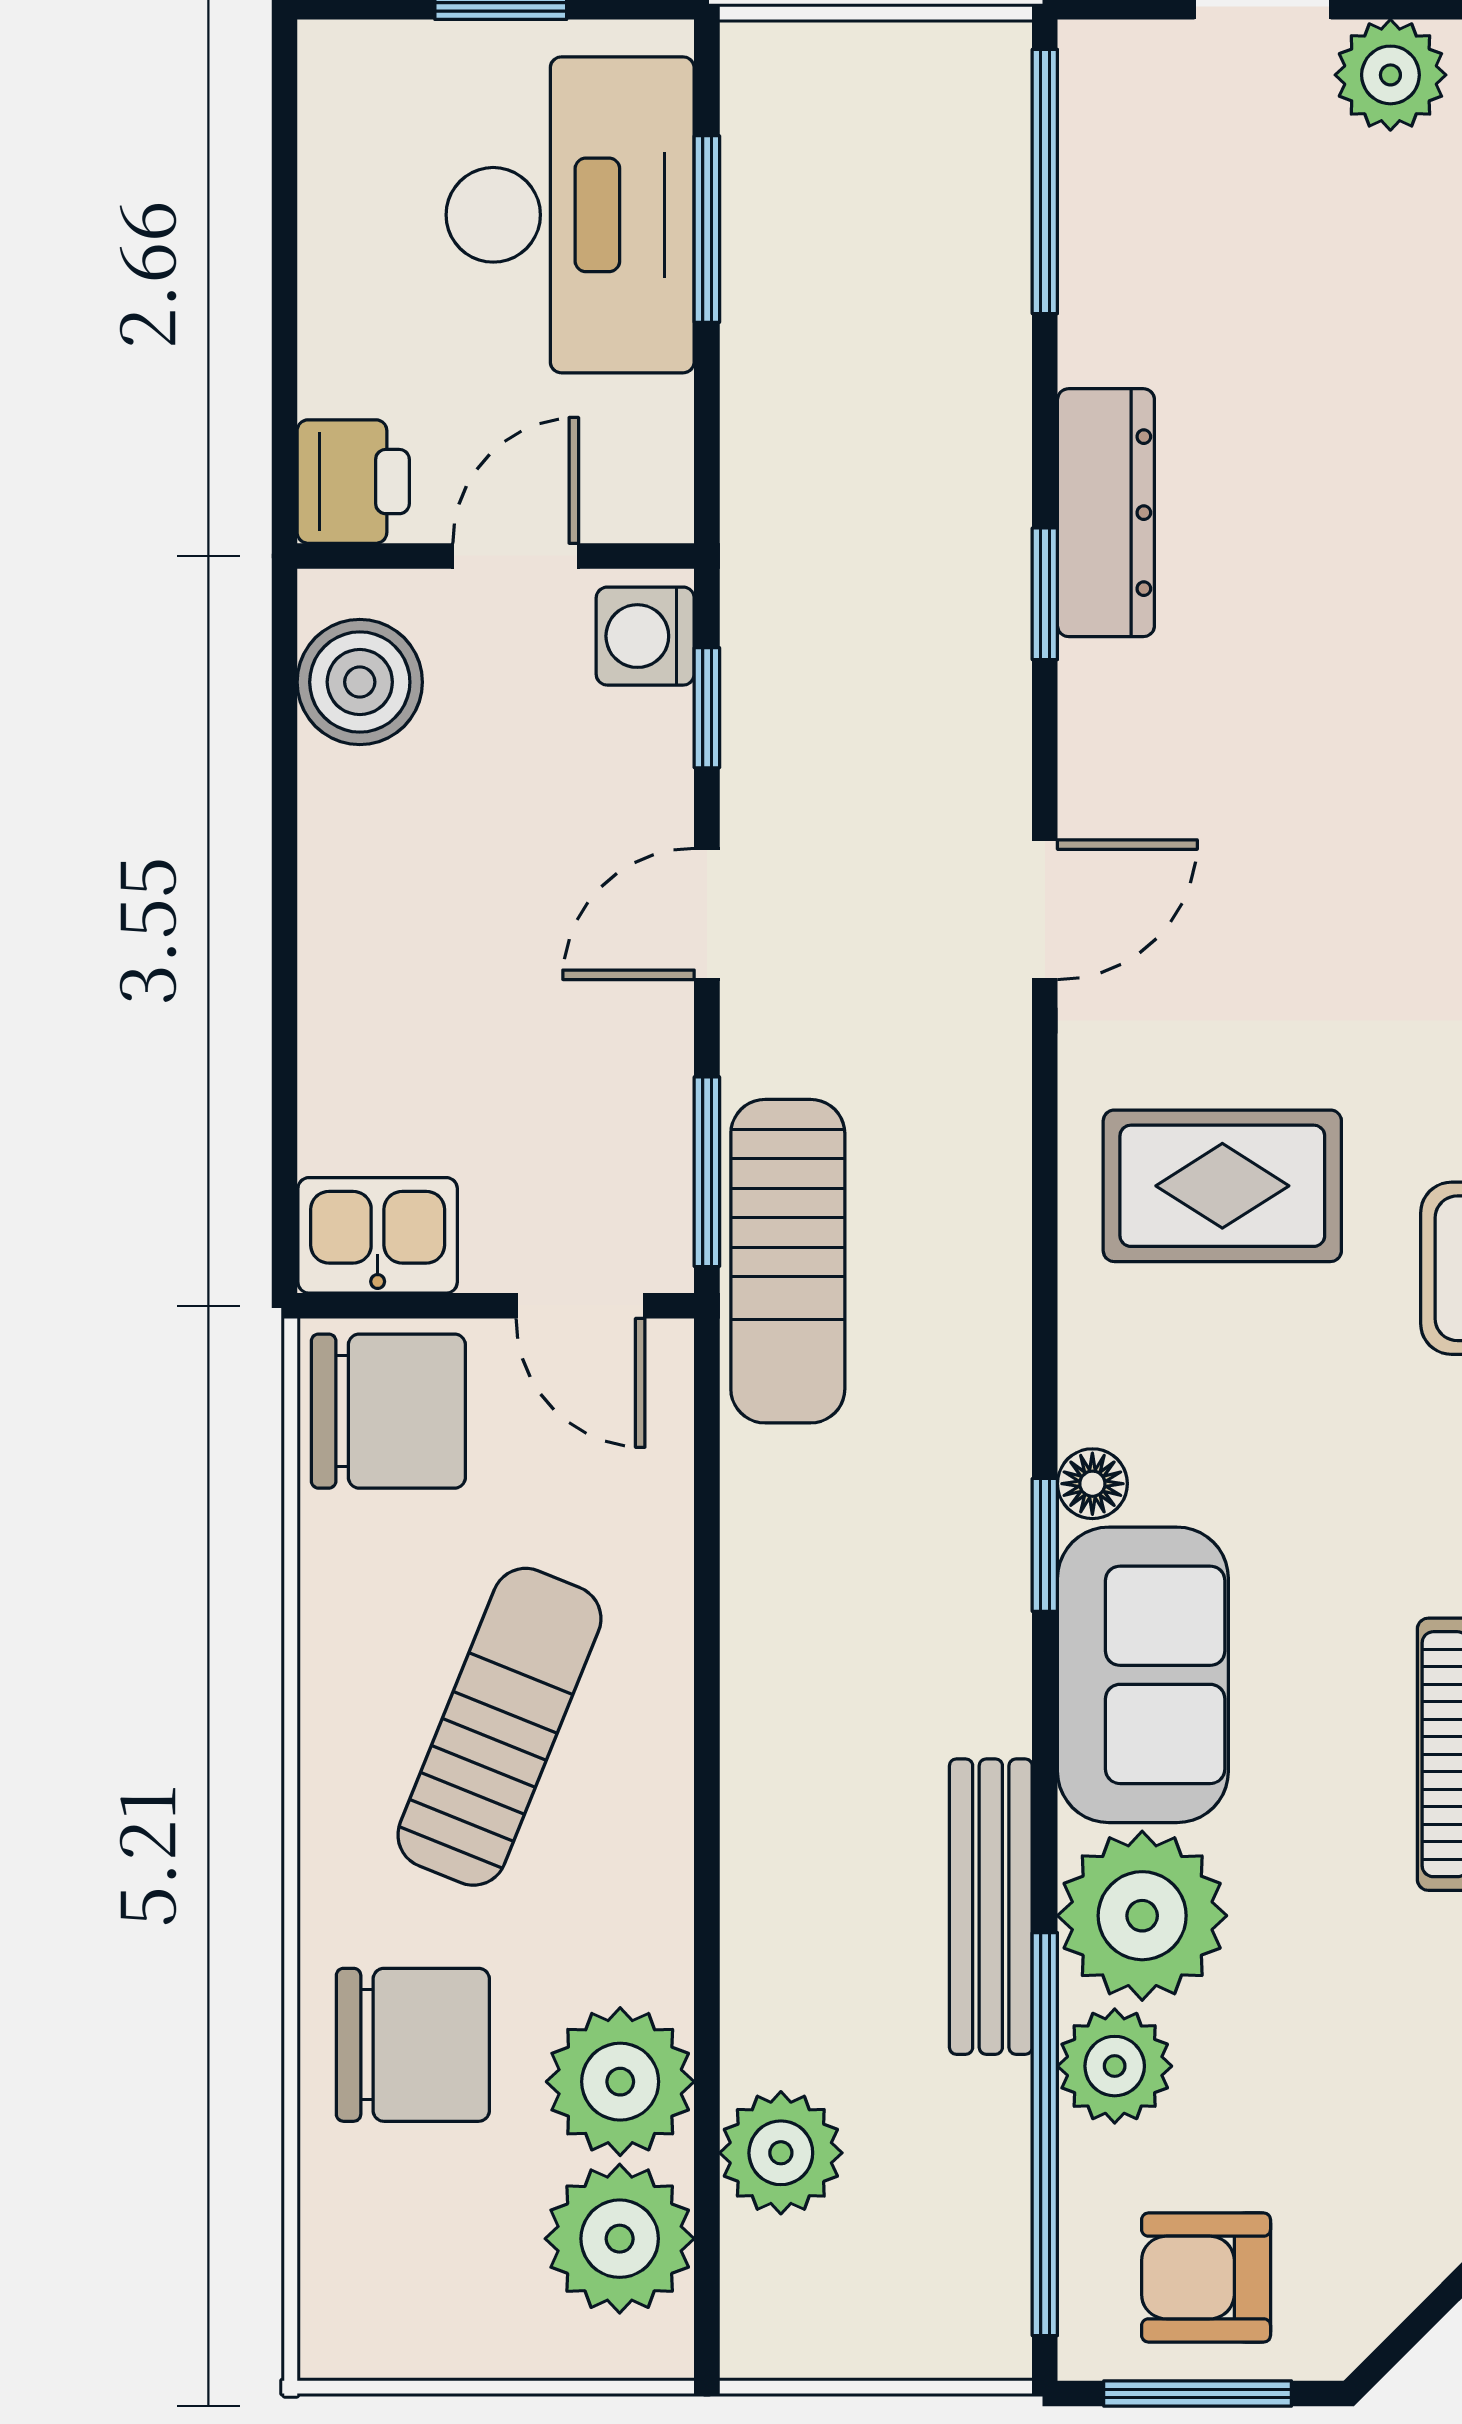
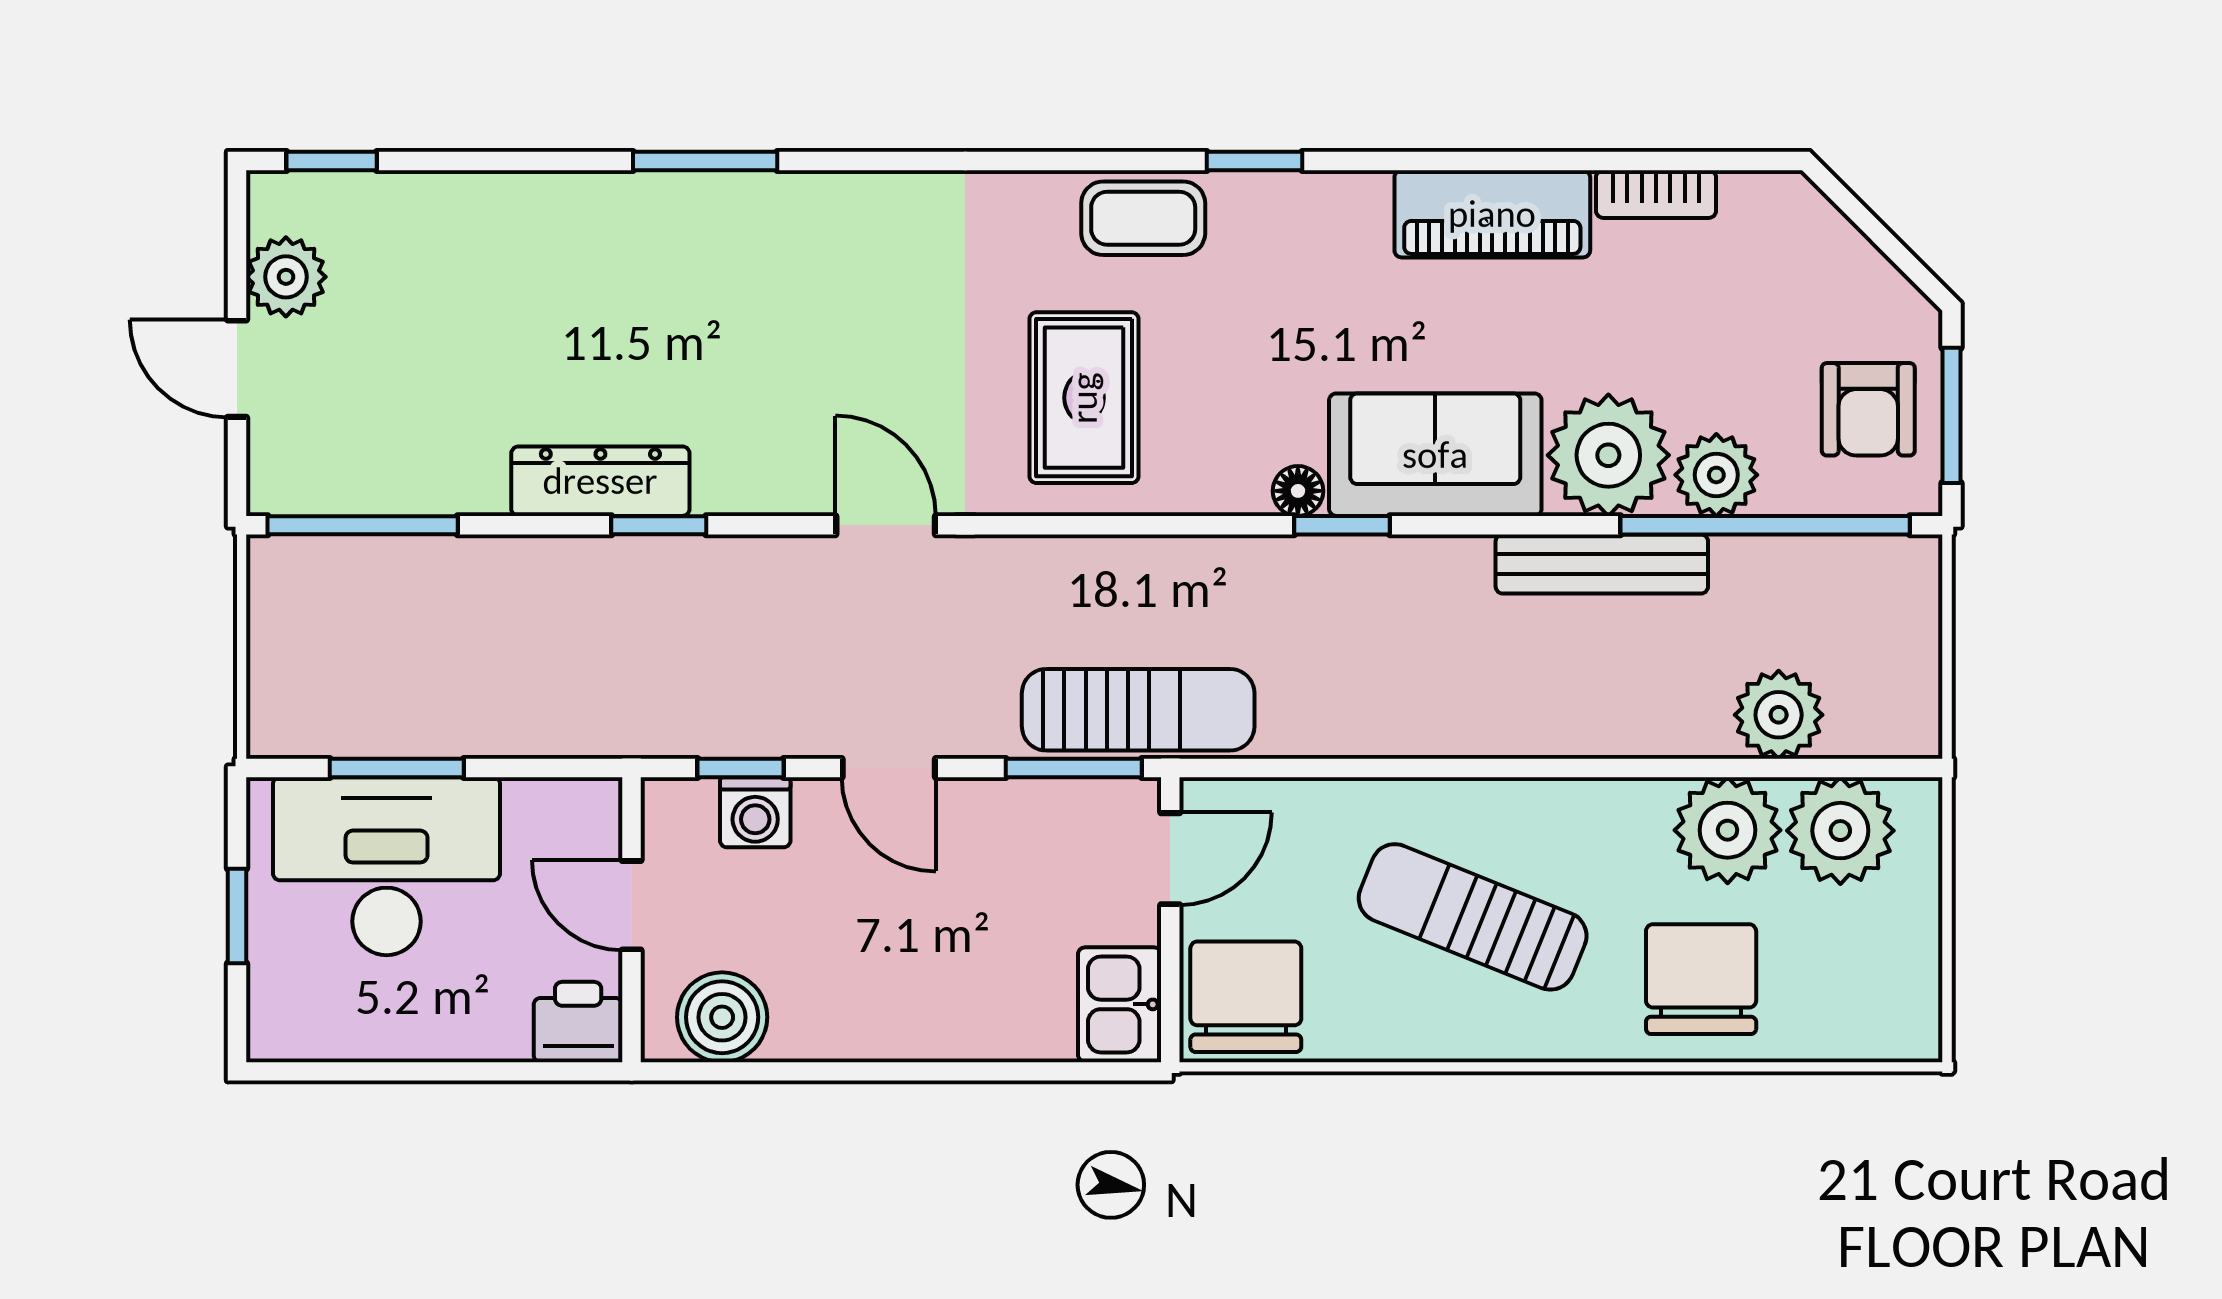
washing machine: (645, 636) -> (755, 812), moved

